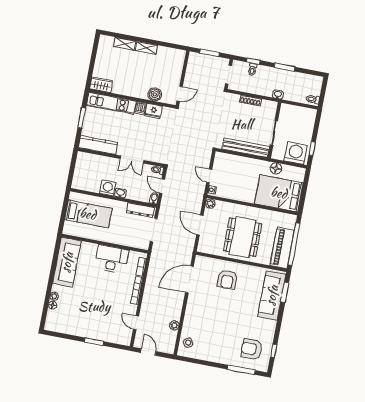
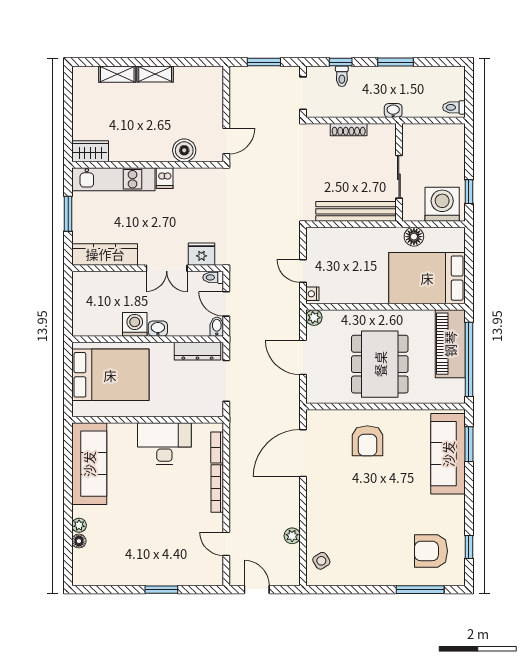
fridge: (153, 111) -> (201, 254), moved, turned 180
bed: (88, 214) -> (110, 375), width x1.50
piano: (282, 248) -> (450, 344), moved

